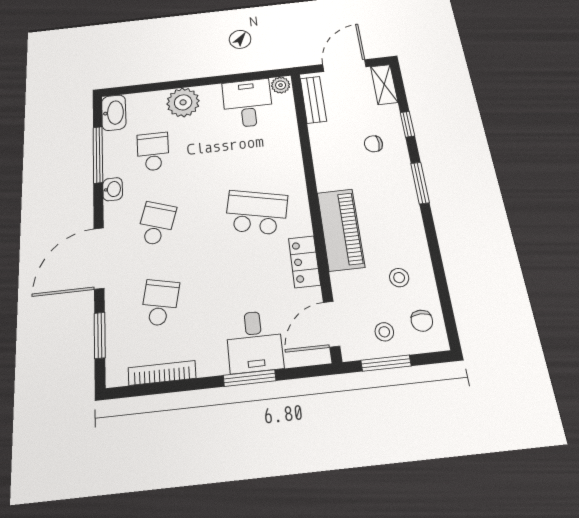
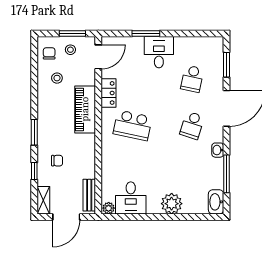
school desk: (153, 152) -> (192, 172), removed
desk: (254, 341) -> (159, 52), moved
bookcase: (162, 373) -> (193, 41), removed

